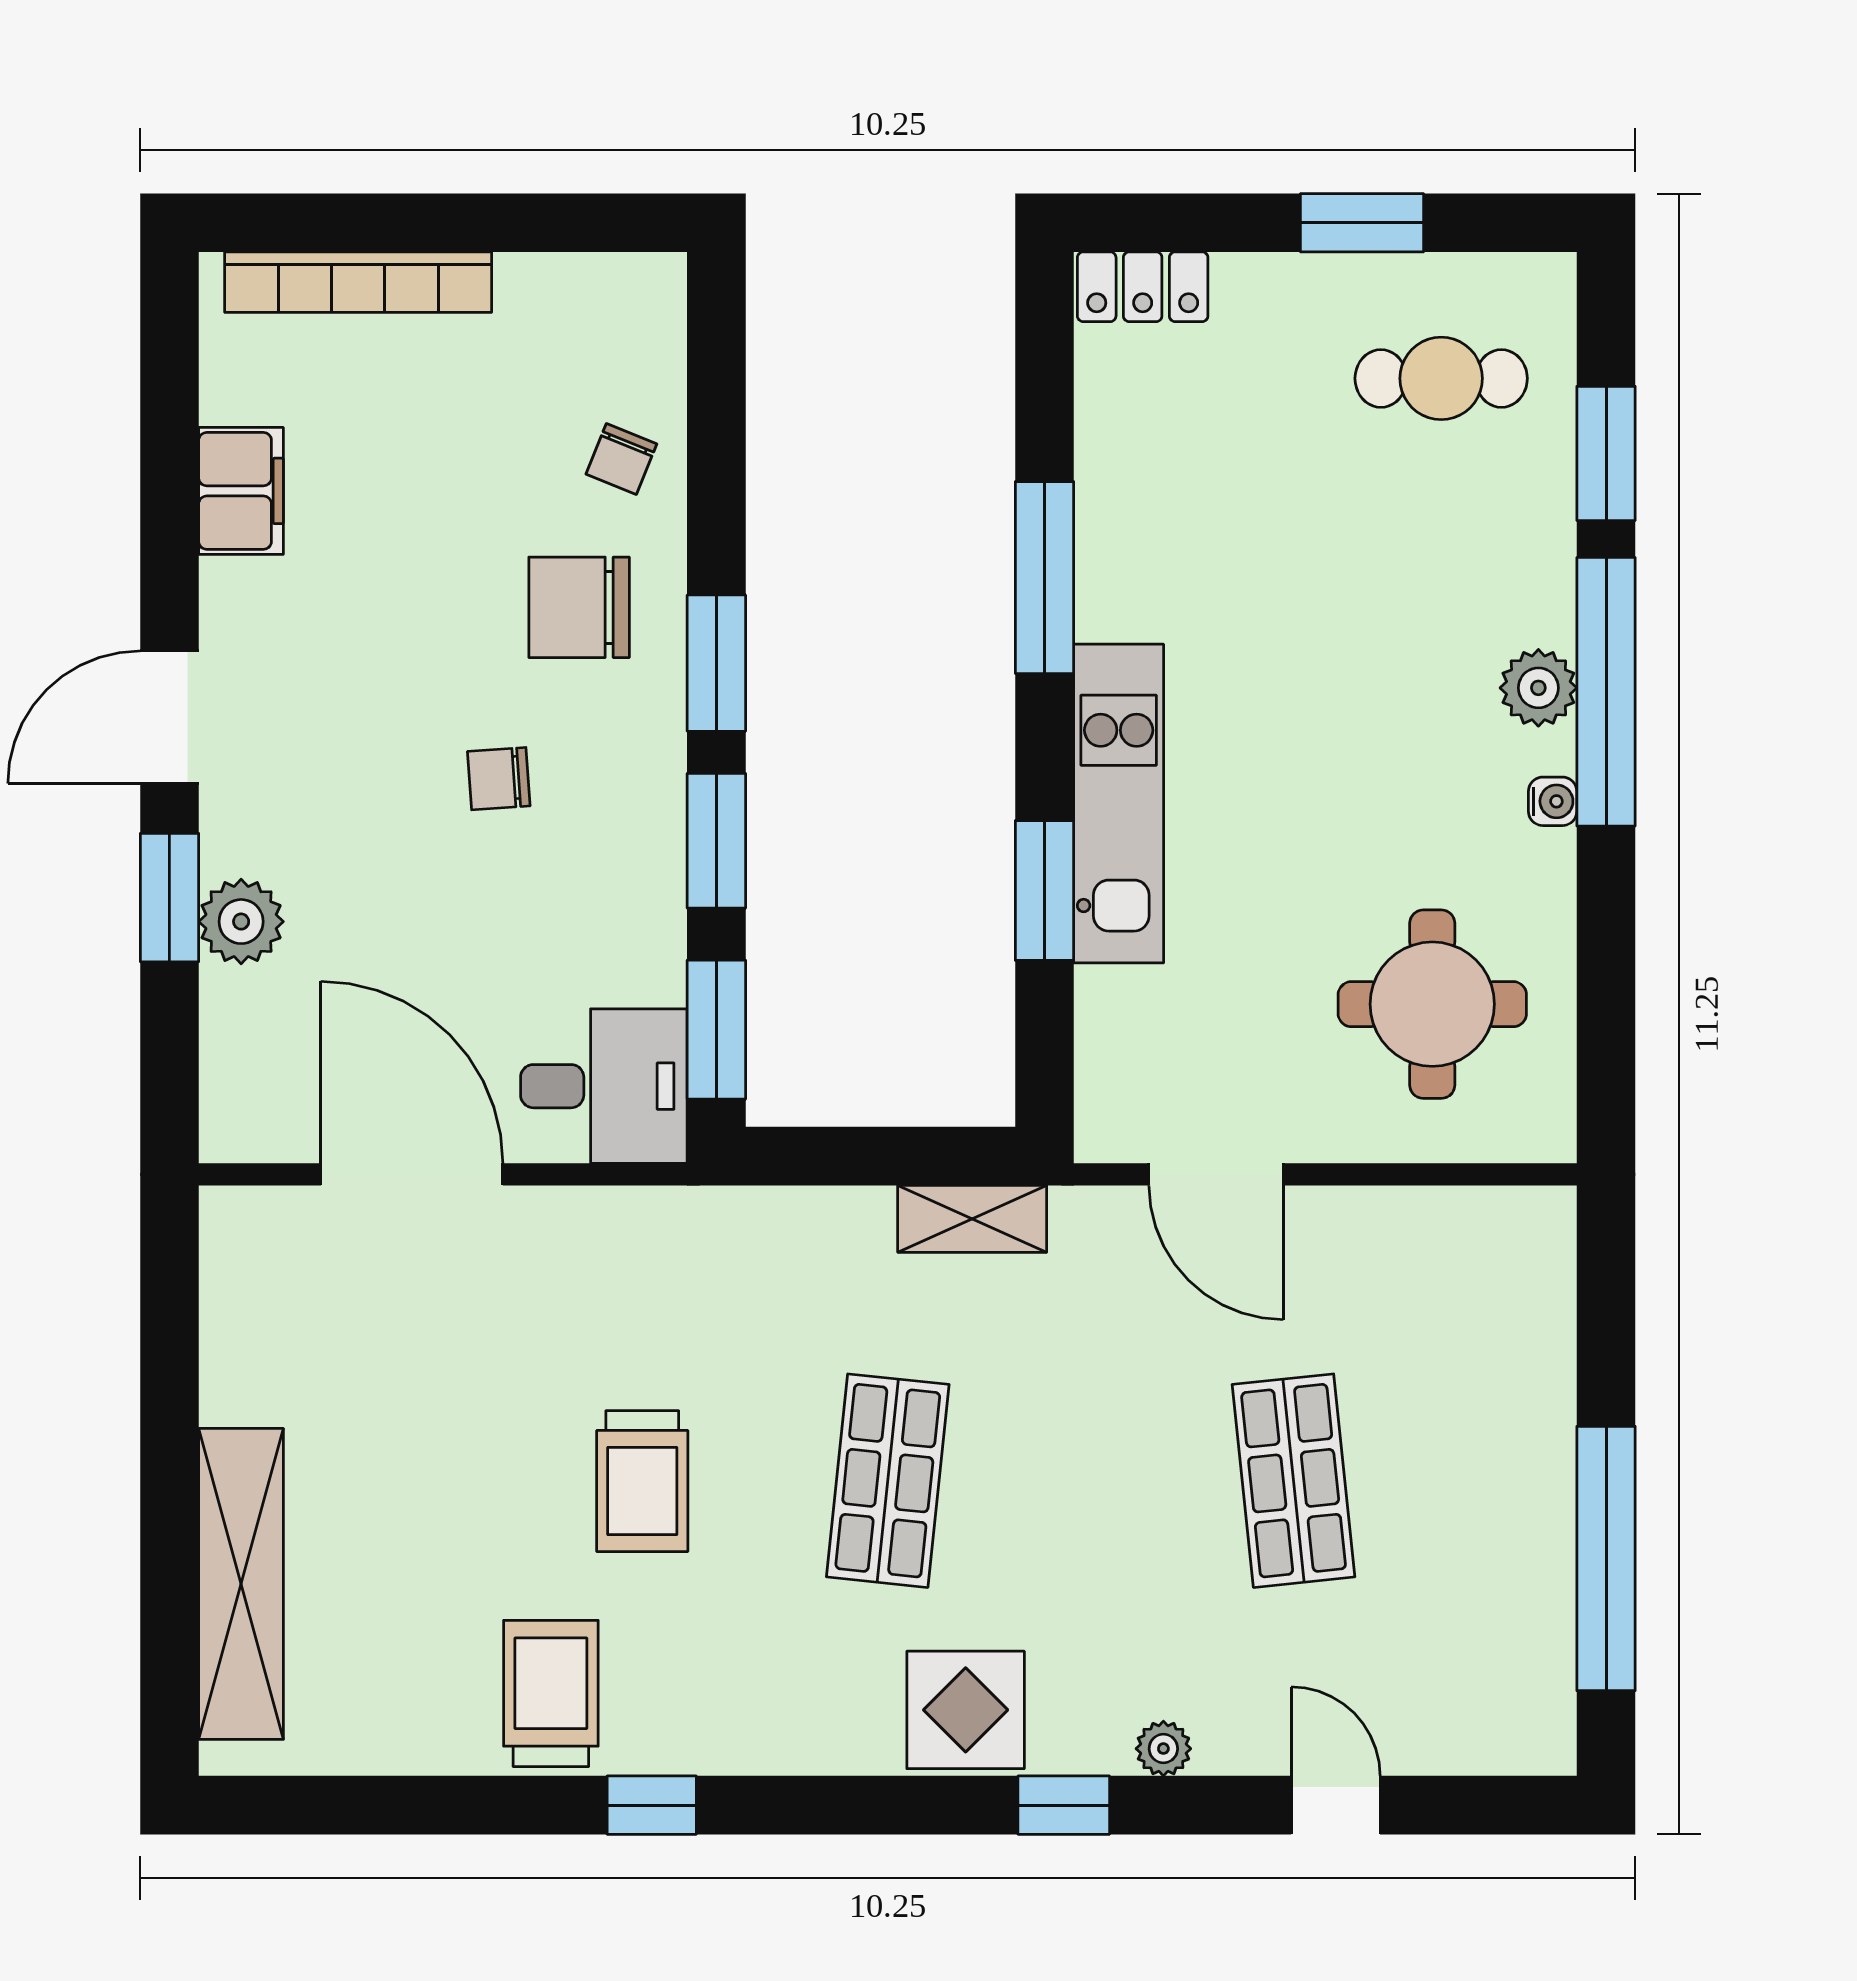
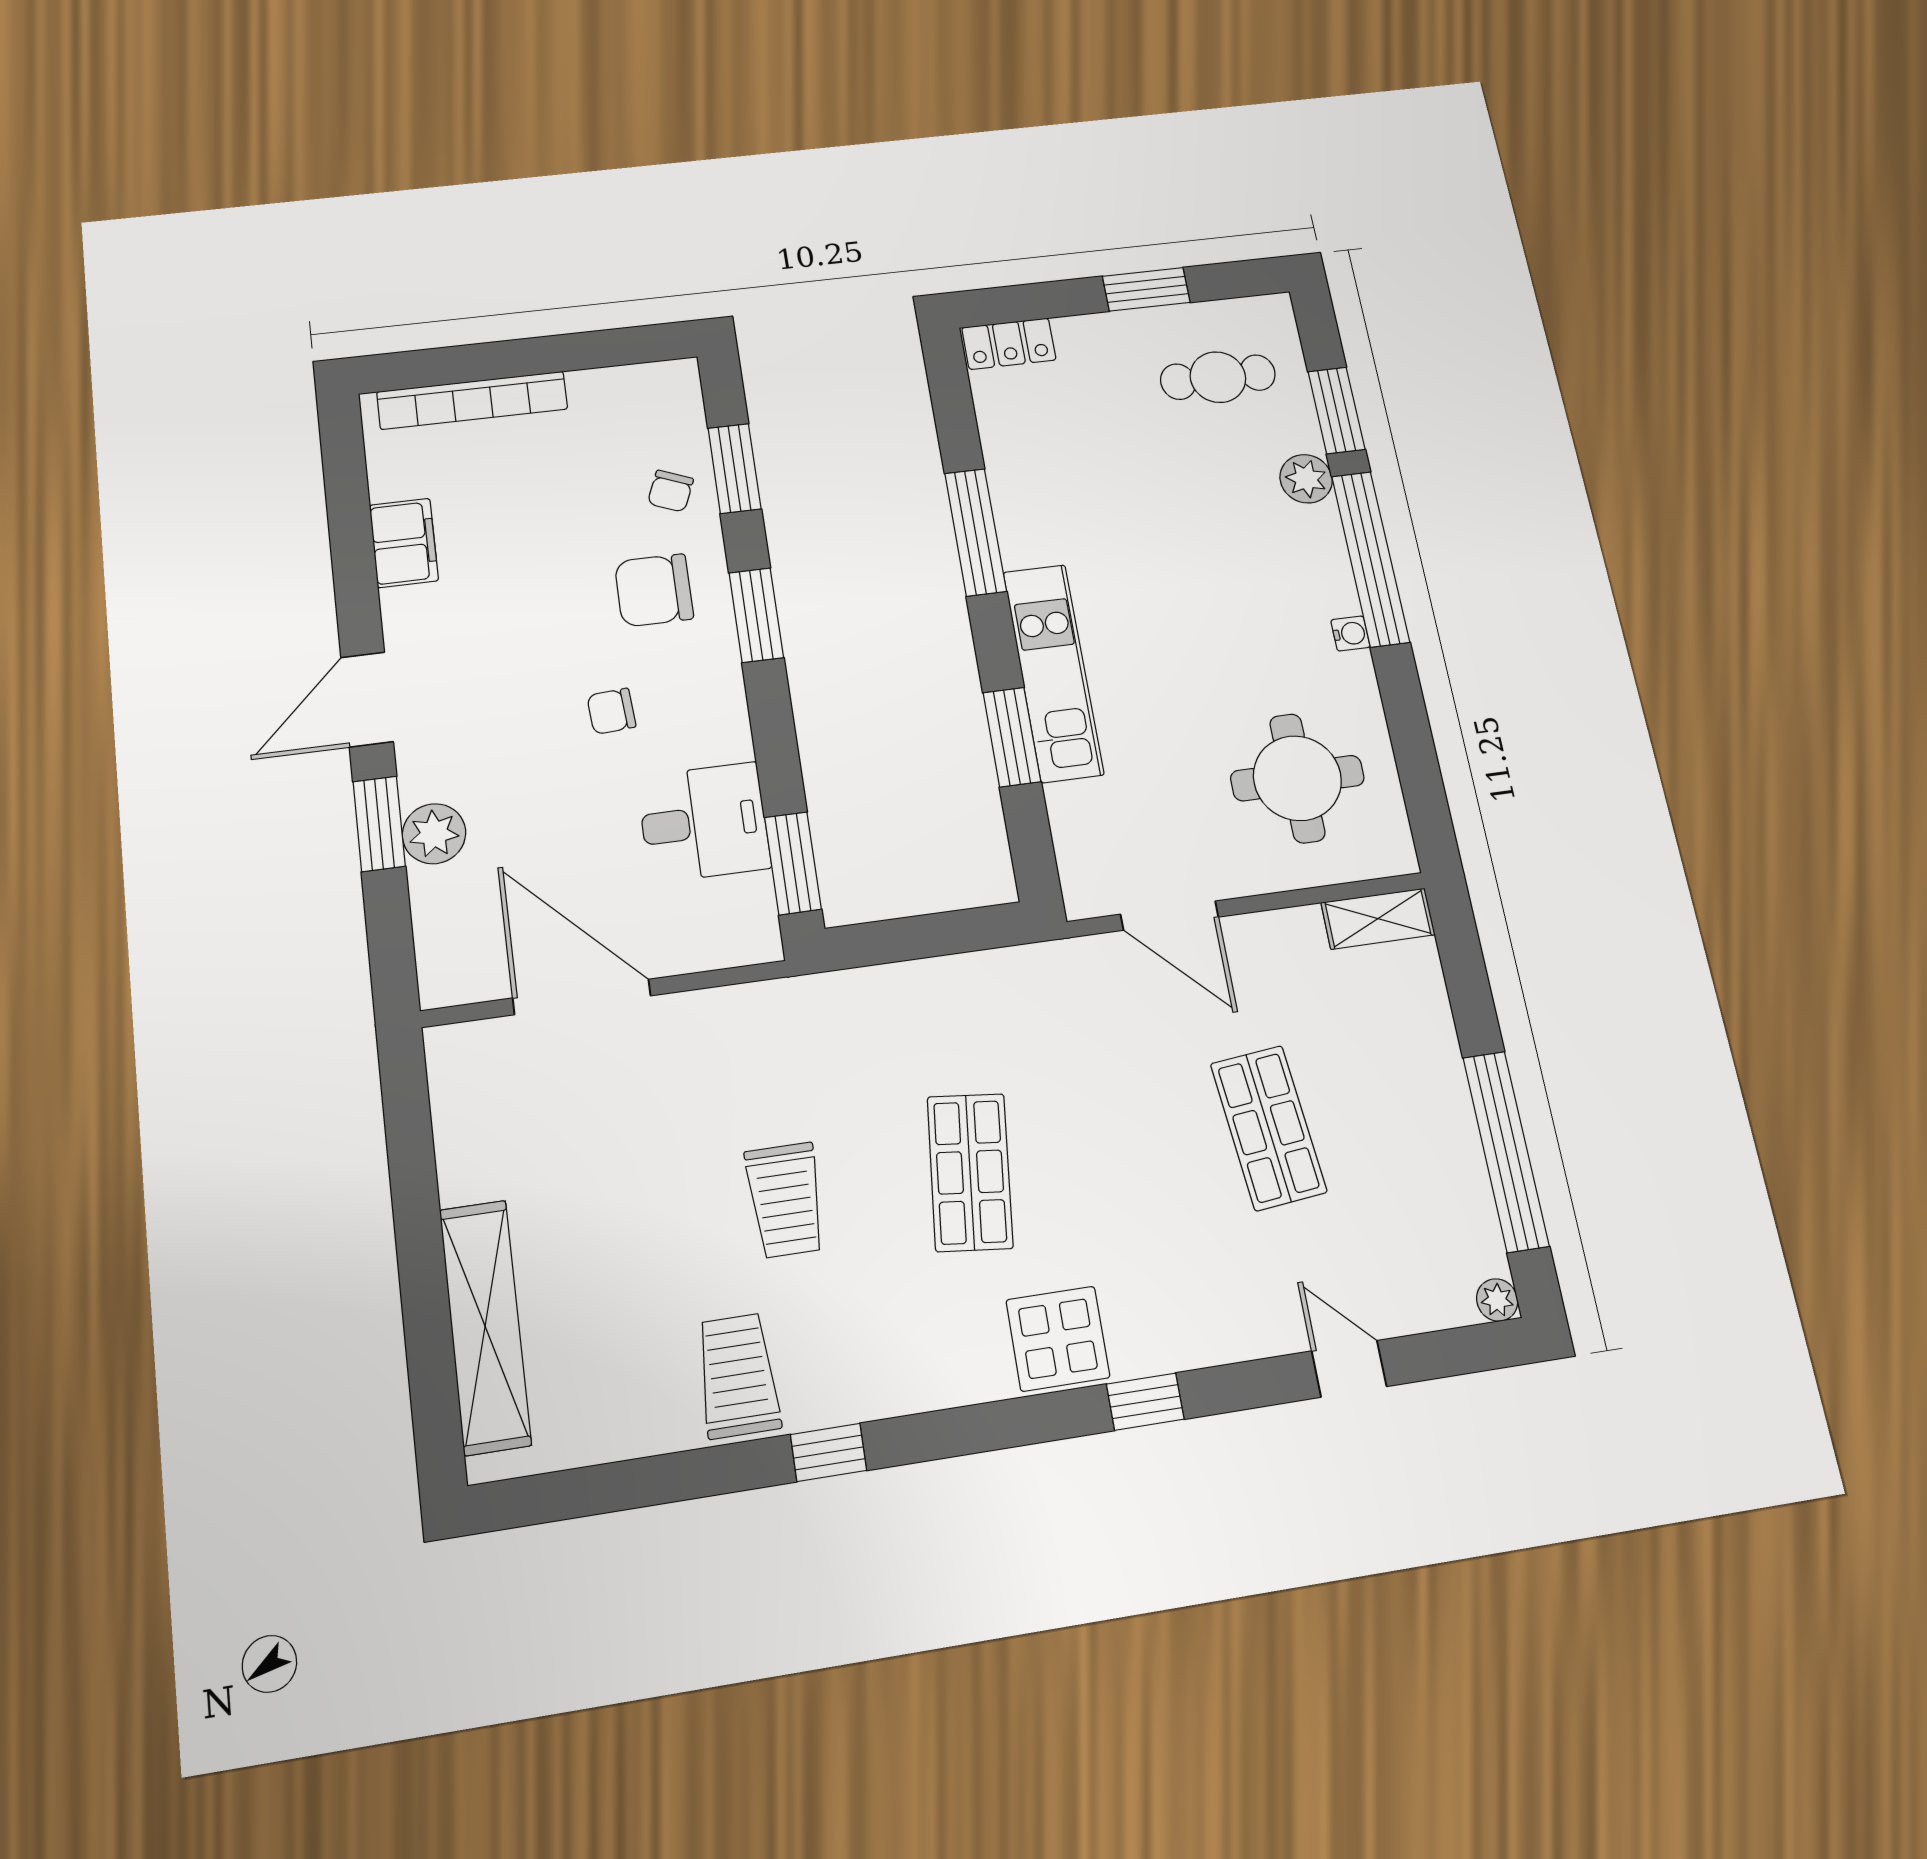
plant: (1538, 688) -> (1306, 479), moved
window: (716, 841) -> (734, 468), moved
desk: (604, 1086) -> (704, 822), moved
shelving: (972, 1219) -> (1378, 919), moved
plant: (1163, 1749) -> (1497, 1300), moved

